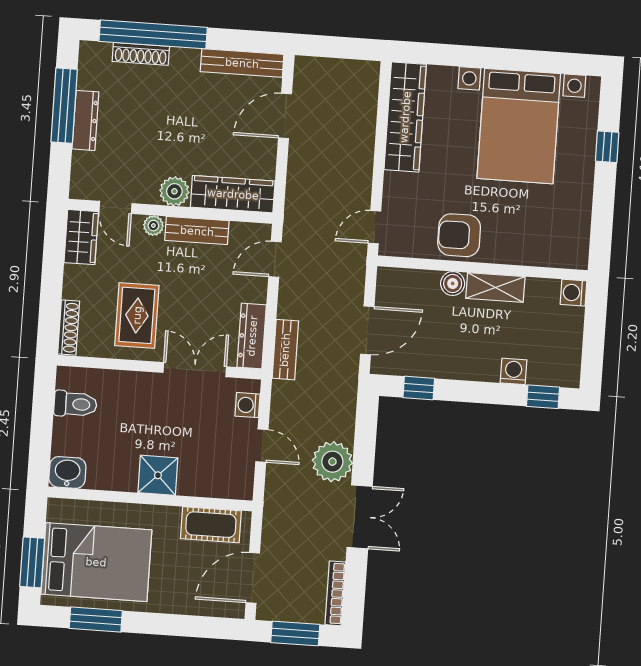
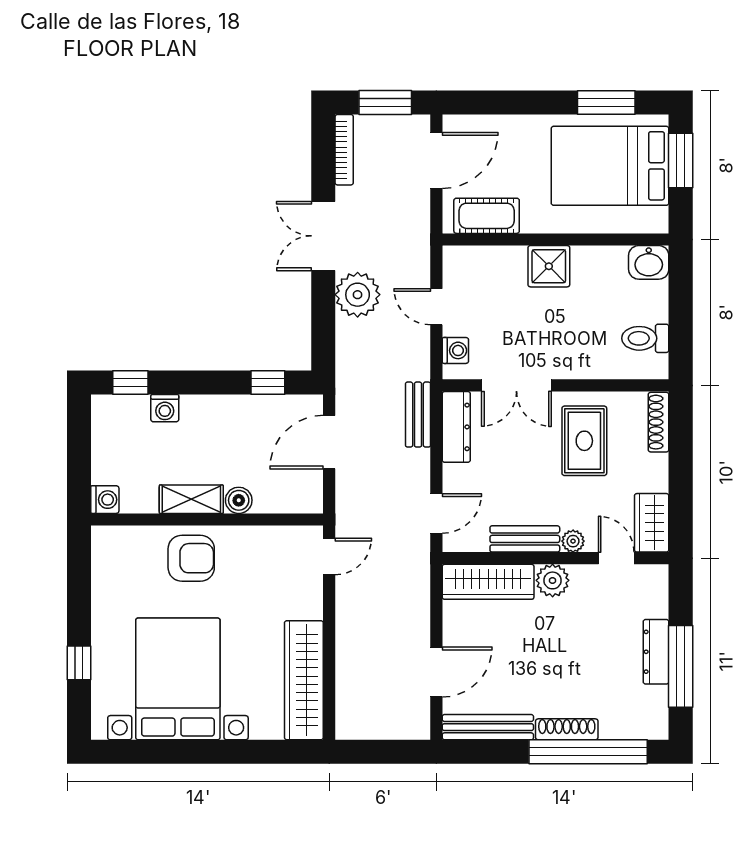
shoe rack: (141, 54) -> (567, 729), moved
armchair: (459, 235) -> (191, 558), moved

